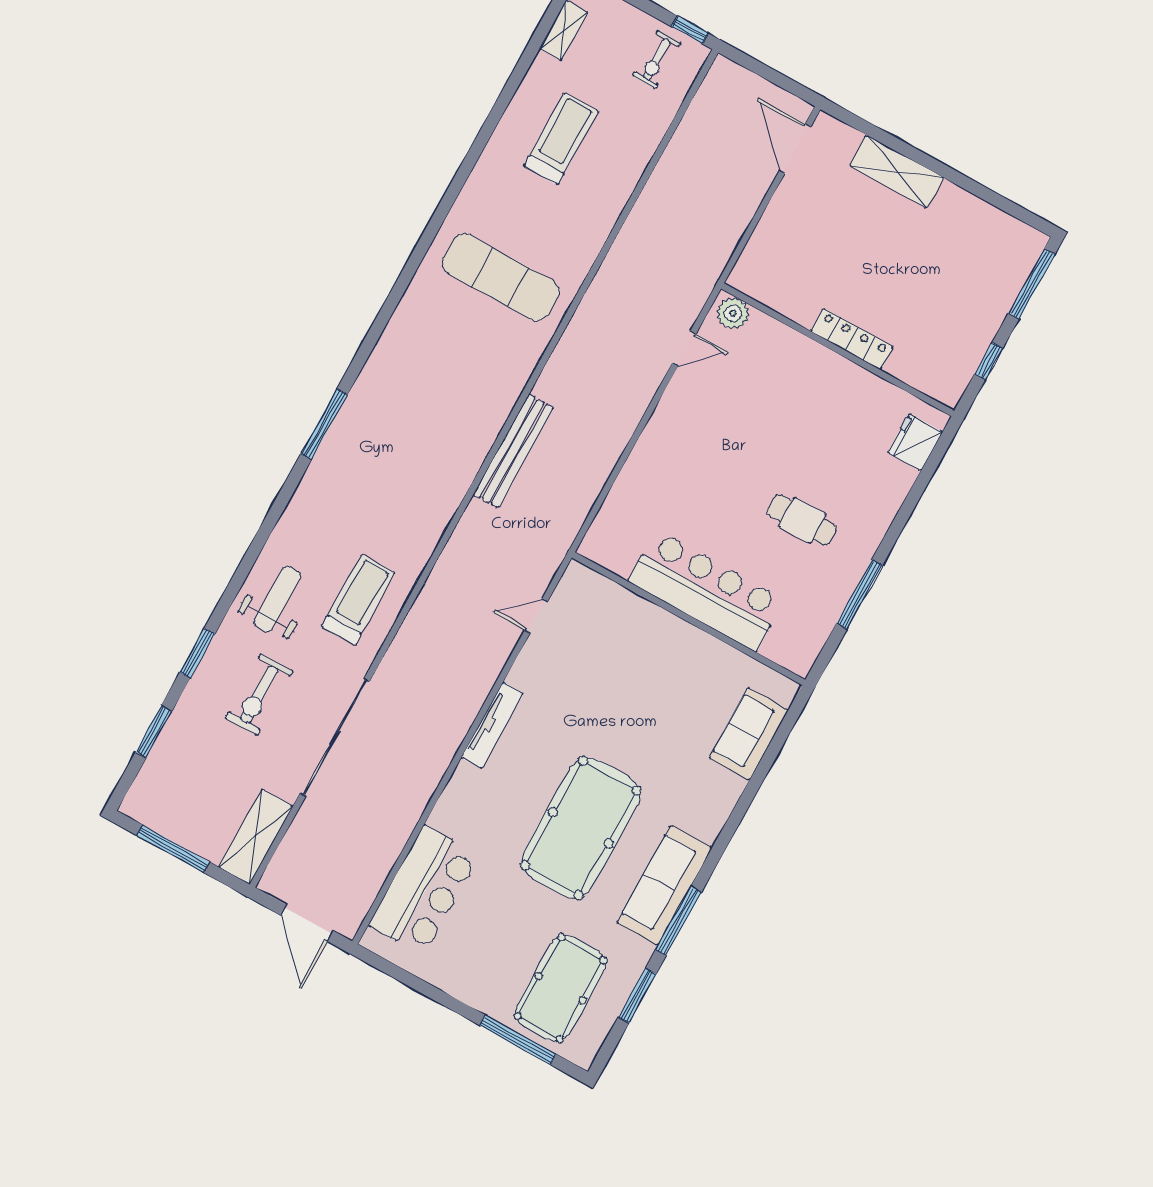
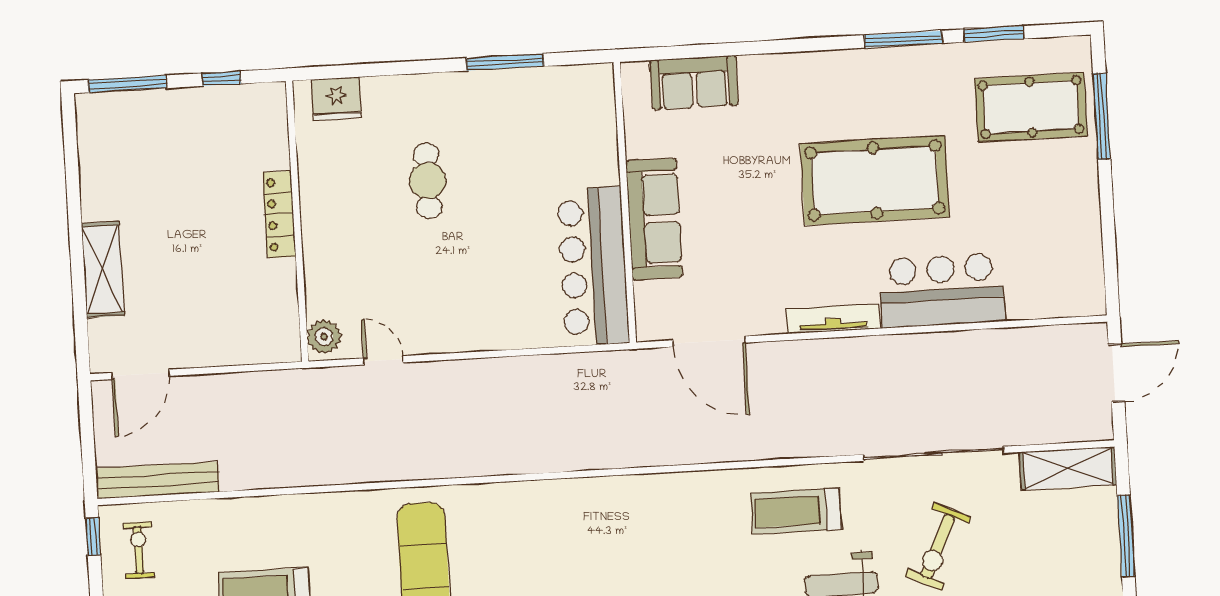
exercise bike: (657, 59) -> (139, 550), turned -90
bench: (513, 451) -> (157, 480), moved
cafe table: (802, 520) -> (428, 181), moved
bar counter: (706, 591) -> (593, 266), moved
door: (536, 616) -> (709, 342), width x1.88
exercise bike: (259, 694) -> (938, 547), turned 115
sofa: (664, 885) -> (654, 219), moved, turned -90
bar counter: (424, 890) -> (942, 291), moved

